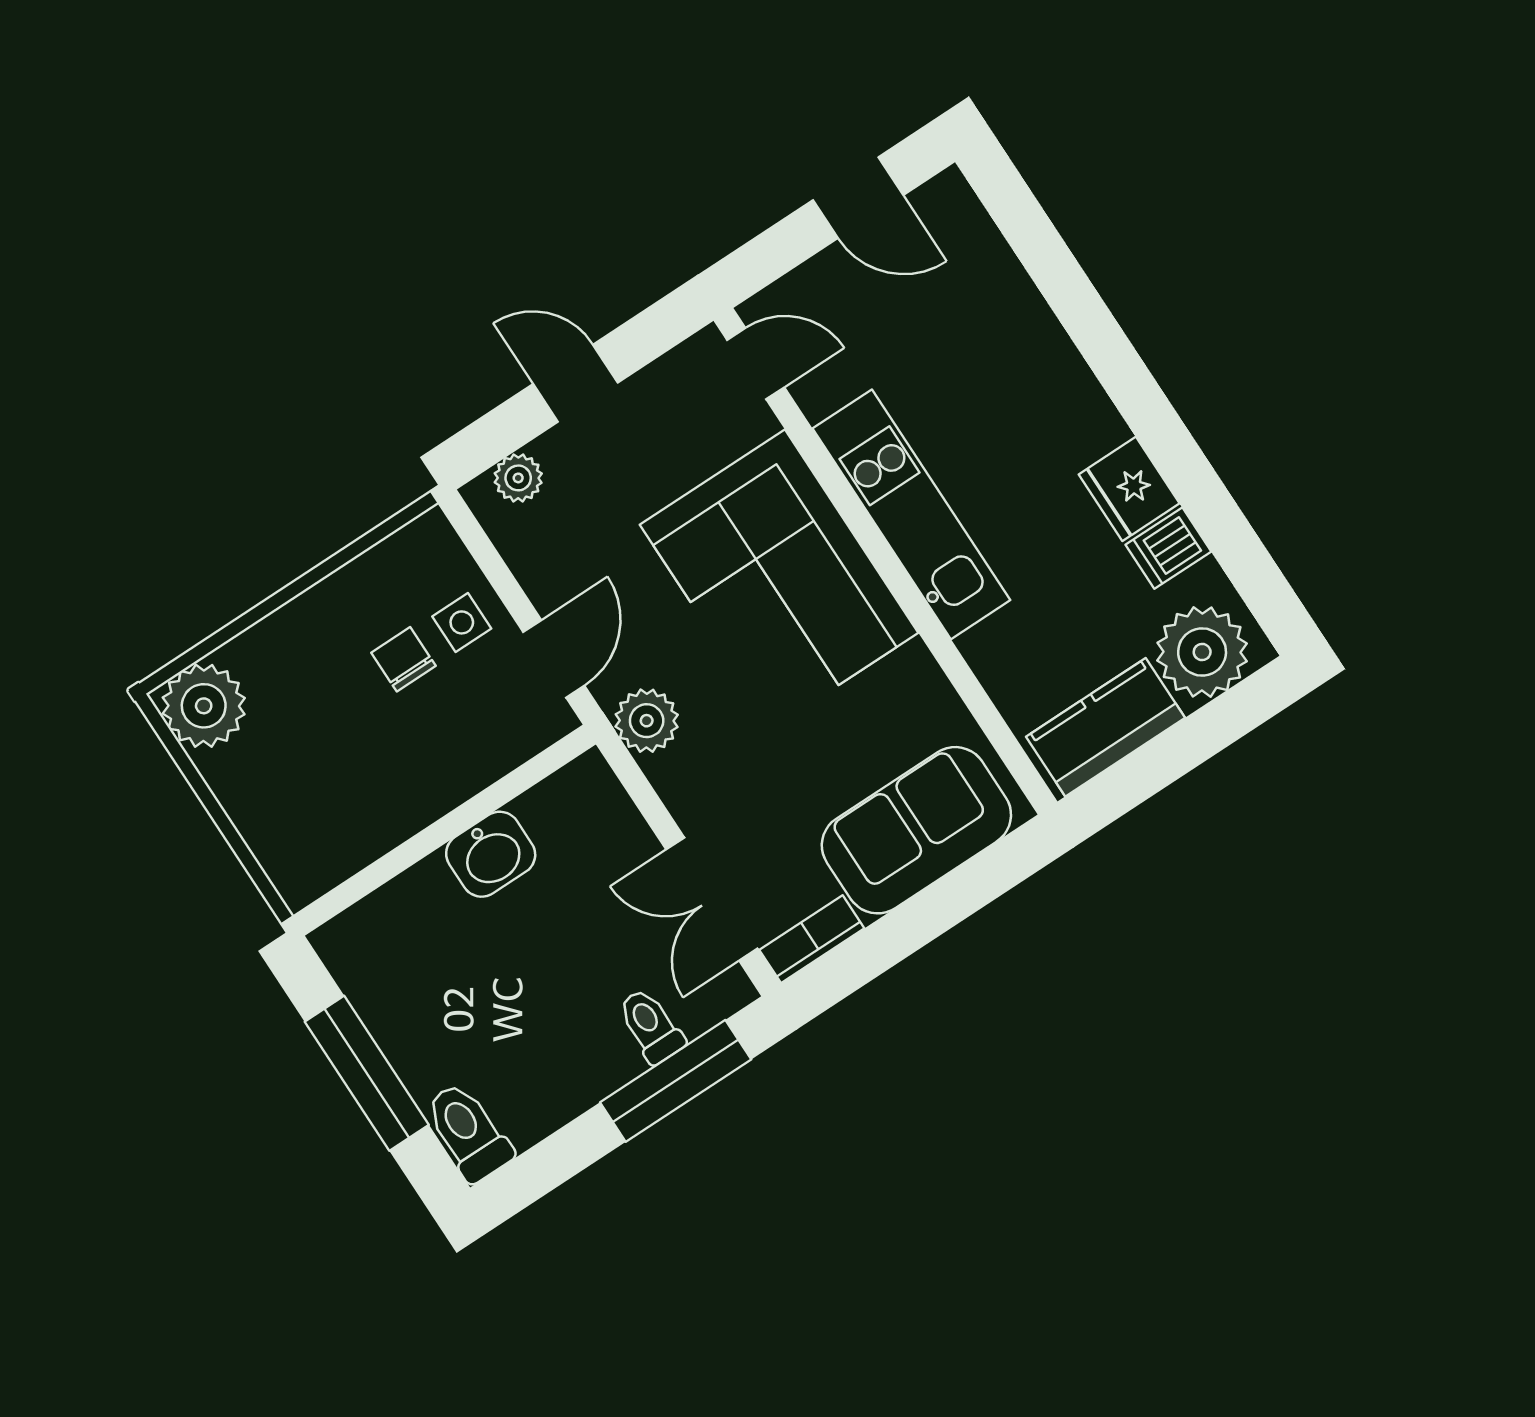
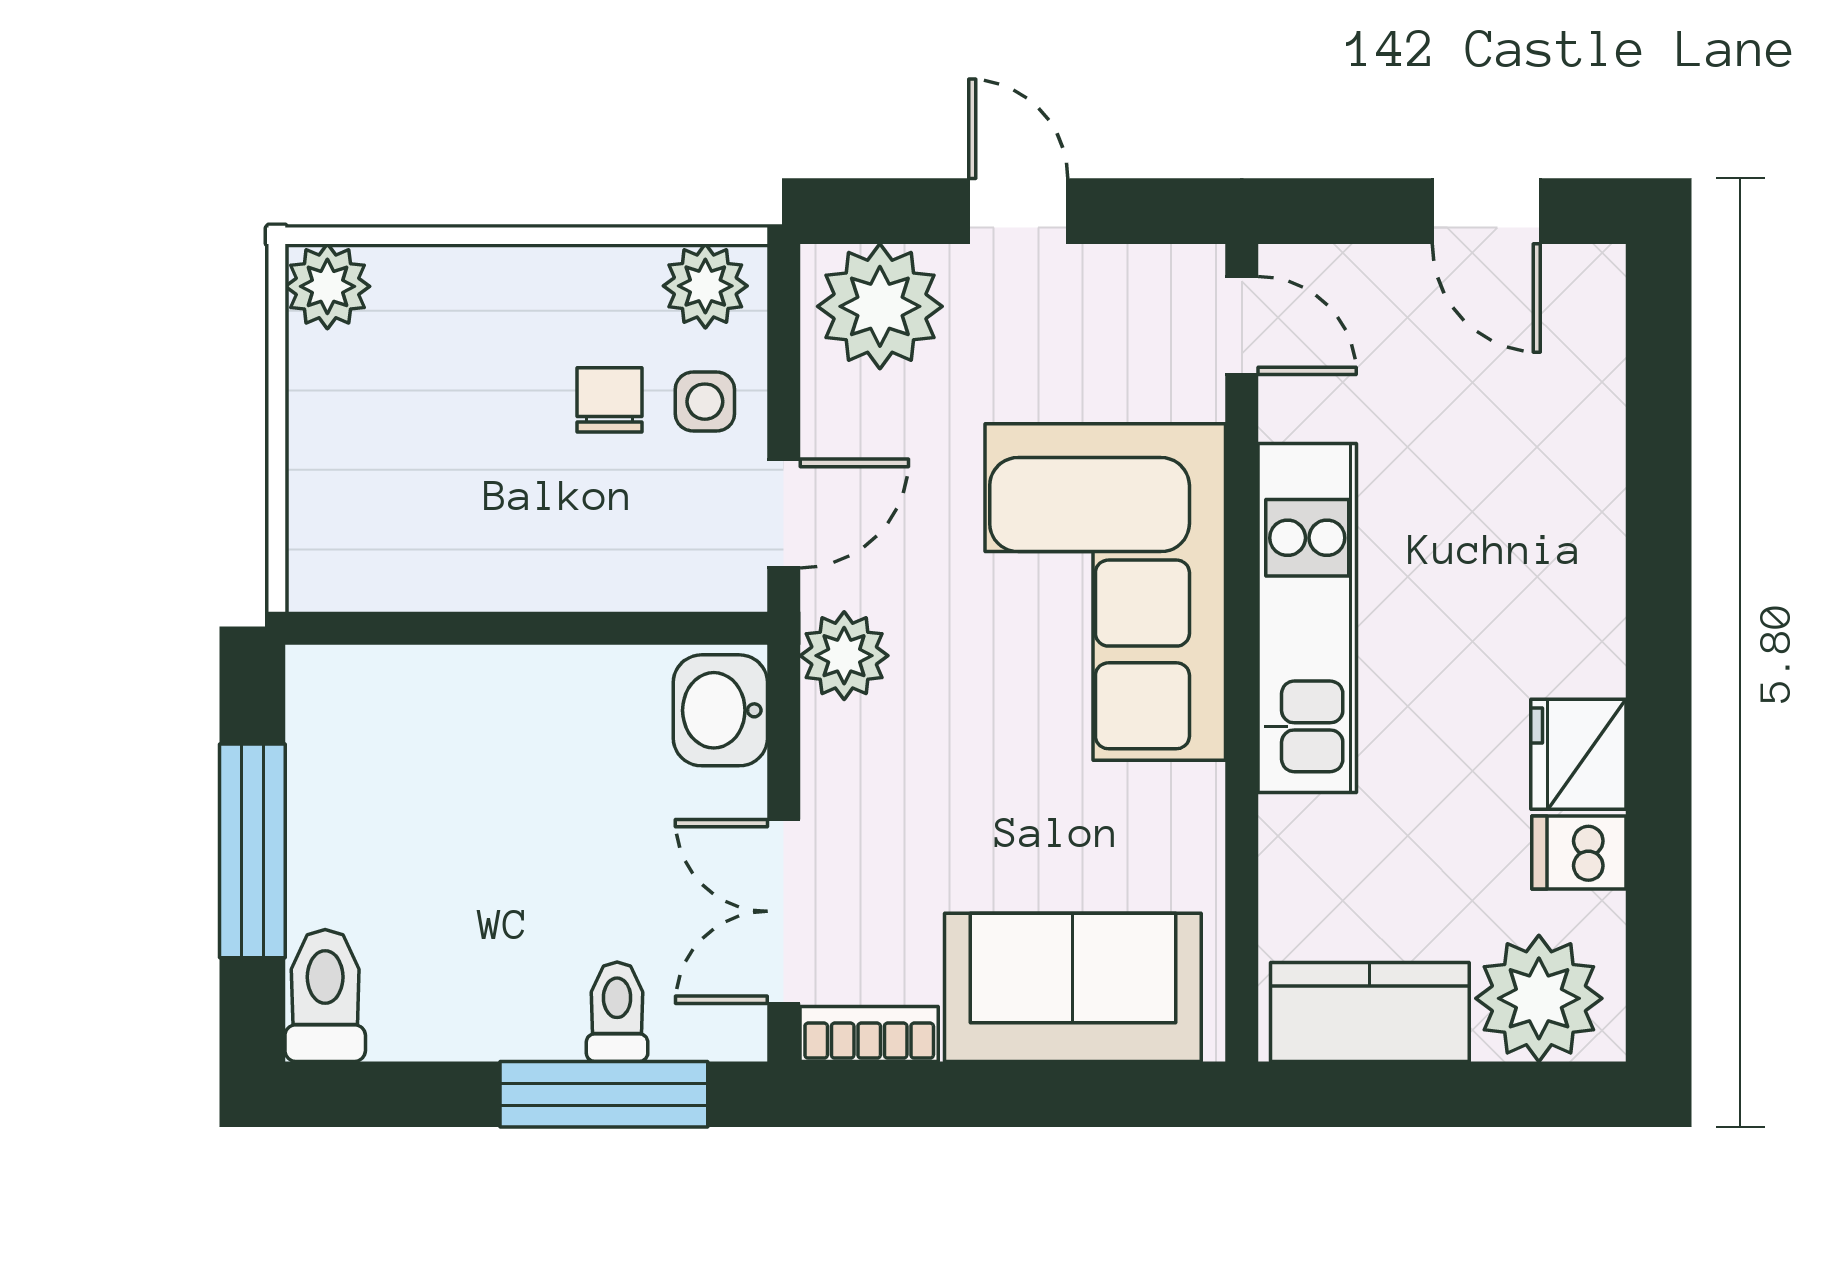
plant: (518, 478) -> (880, 306), width x1.87, depth x1.87
plant: (416, 553) -> (705, 286), added
plant: (204, 706) -> (327, 286), width x0.73, depth x0.73
washbasin: (491, 854) -> (720, 710), moved, turned 90

